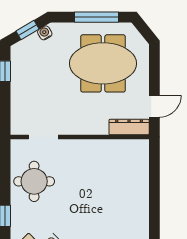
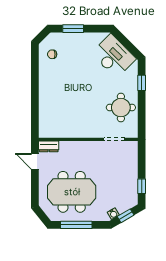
door: (154, 106) -> (35, 161), hinge flipped
dresser: (129, 127) -> (49, 146), width x0.70

